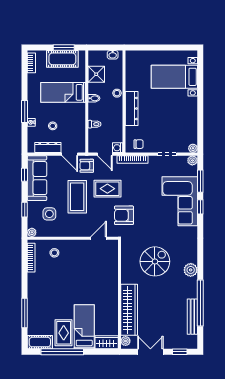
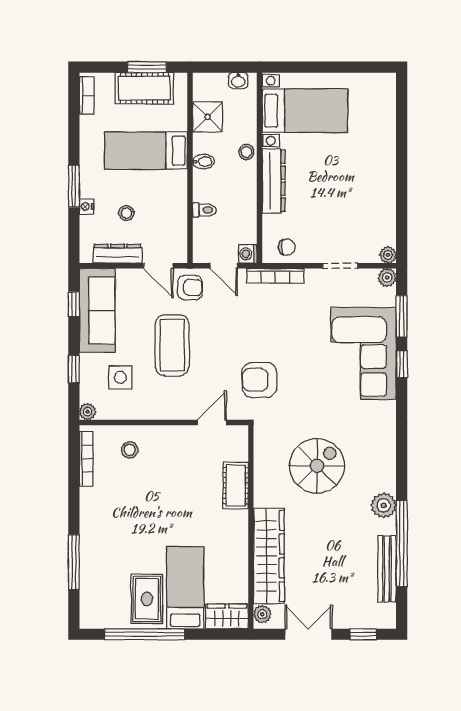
bed with nightstands: (174, 77) -> (305, 111), moved, turned 180
armchair: (87, 166) -> (190, 287), turned 180
rug: (107, 189) -> (229, 330), removed
plant: (191, 270) -> (384, 505), moved
cot: (40, 342) -> (236, 486), moved, turned 90

